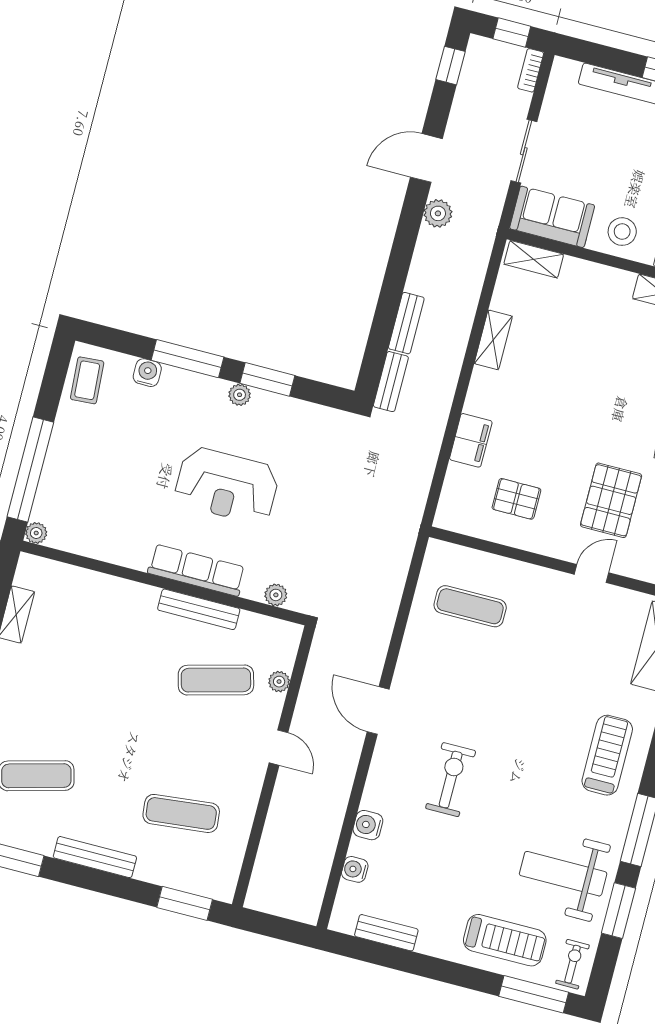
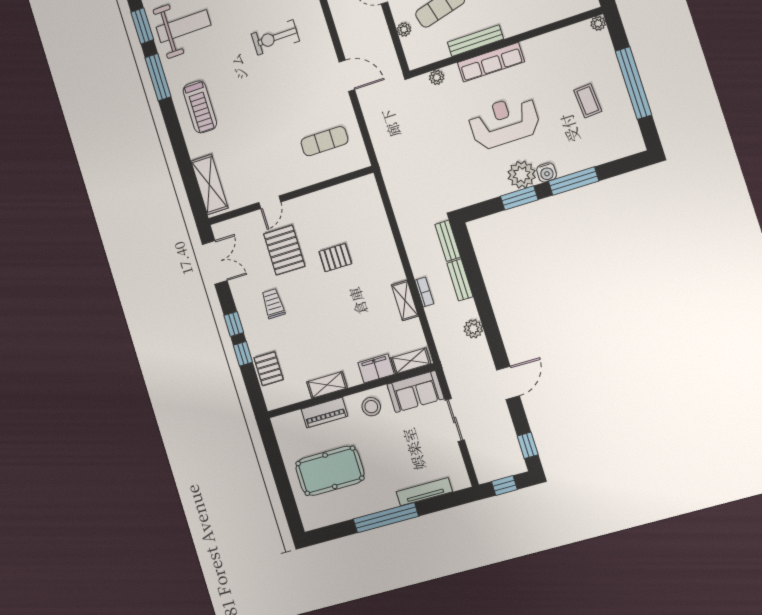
bookcase: (531, 70) -> (424, 292), moved
plant: (438, 213) -> (473, 329), moved
water cooler: (147, 373) -> (547, 172), moved
coffee table: (87, 380) -> (588, 101), moved
plant: (240, 395) -> (522, 175), width x1.87, depth x1.87
filing cabinet: (471, 440) -> (376, 368), moved, turned 90
window: (30, 469) -> (633, 83), moved
pallet: (516, 499) -> (335, 258), moved
door: (378, 711) -> (347, 76), moved
exercise bike: (451, 780) -> (275, 37), turned 90

